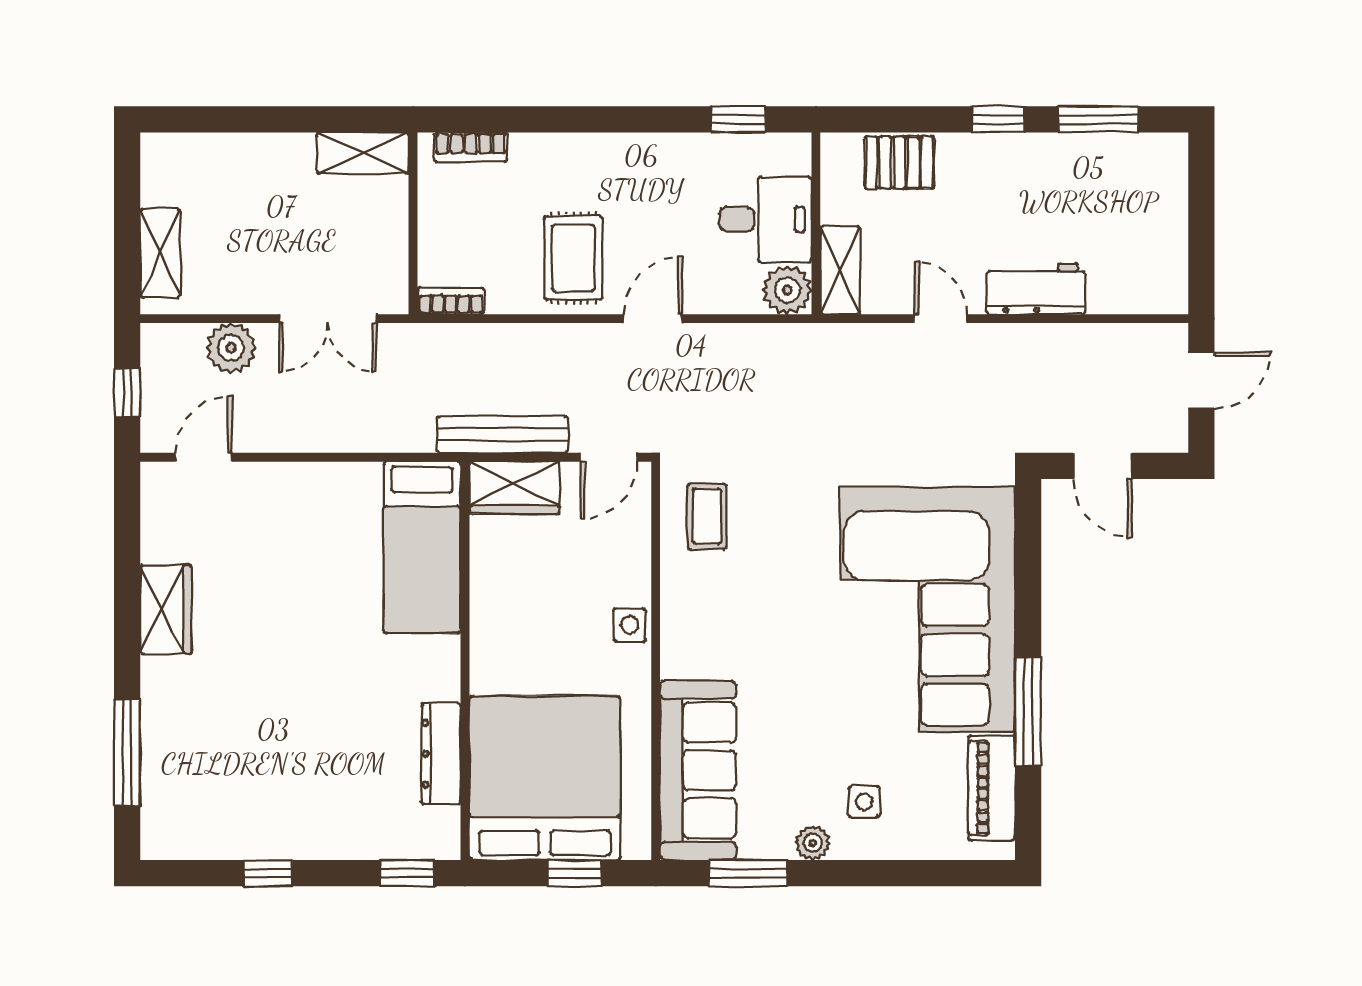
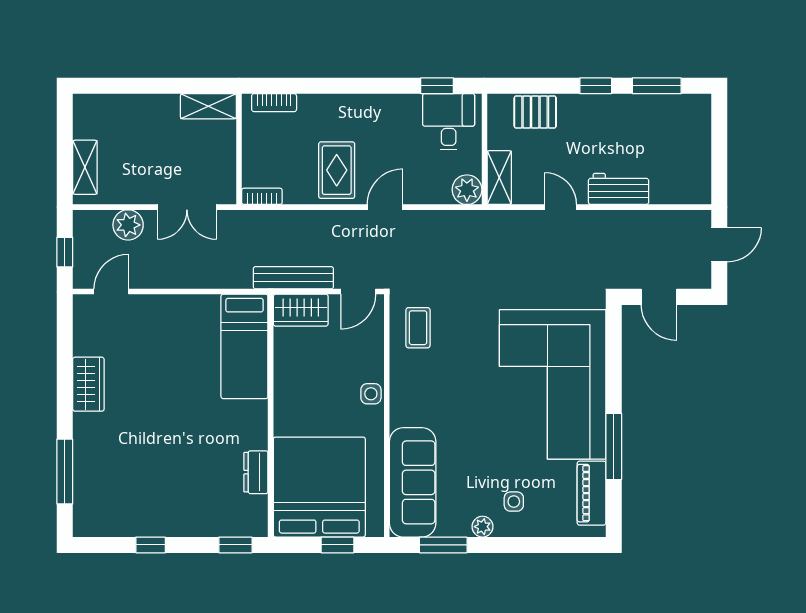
desk: (765, 219) -> (449, 122), moved, turned -90
dresser: (441, 754) -> (256, 472), width x0.70

